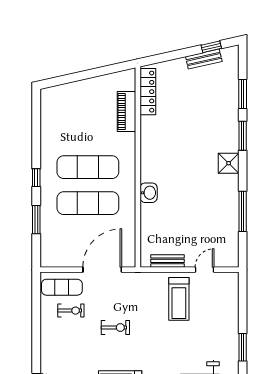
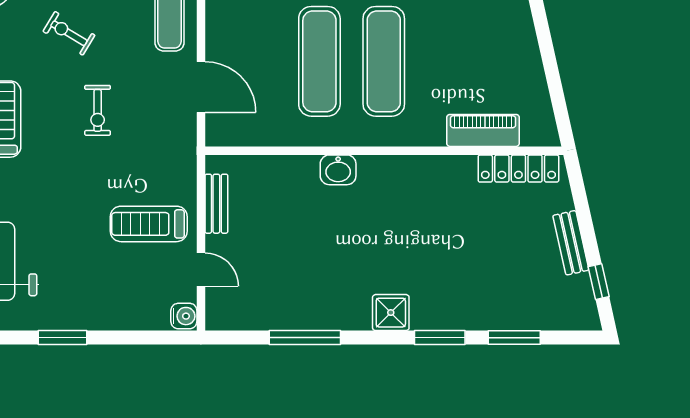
bench: (204, 59) -> (571, 243), moved
door: (102, 270) -> (201, 87), width x0.73
water cooler: (231, 279) -> (184, 316), added
exercise bike: (71, 311) -> (69, 33), moved, turned 121

